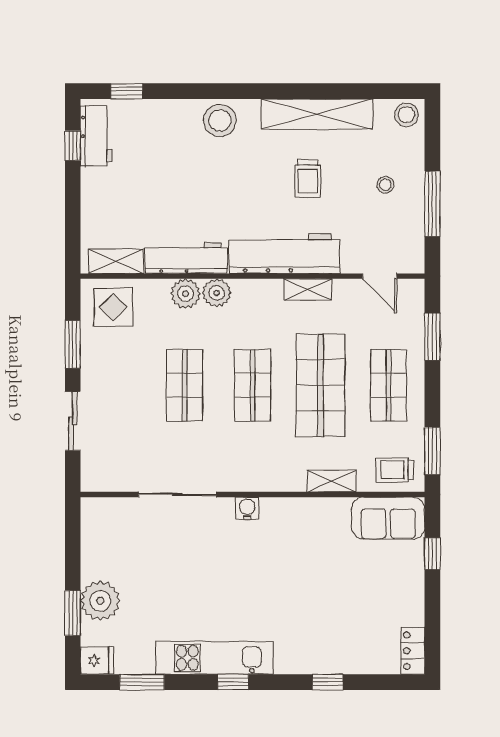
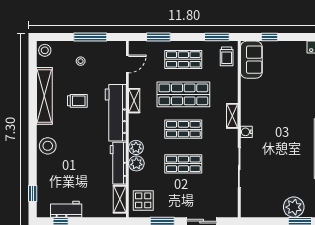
workbench: (96, 136) -> (66, 209), moved
shelving: (332, 481) -> (232, 116), moved

